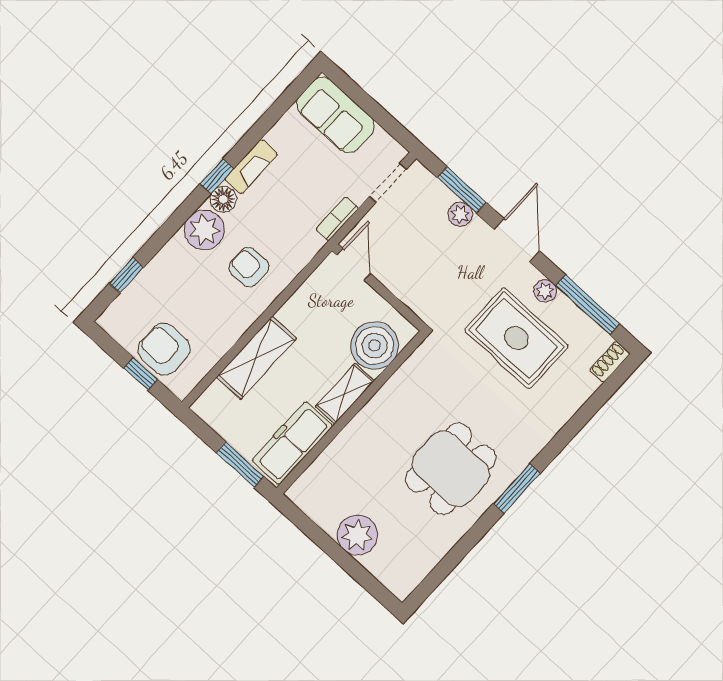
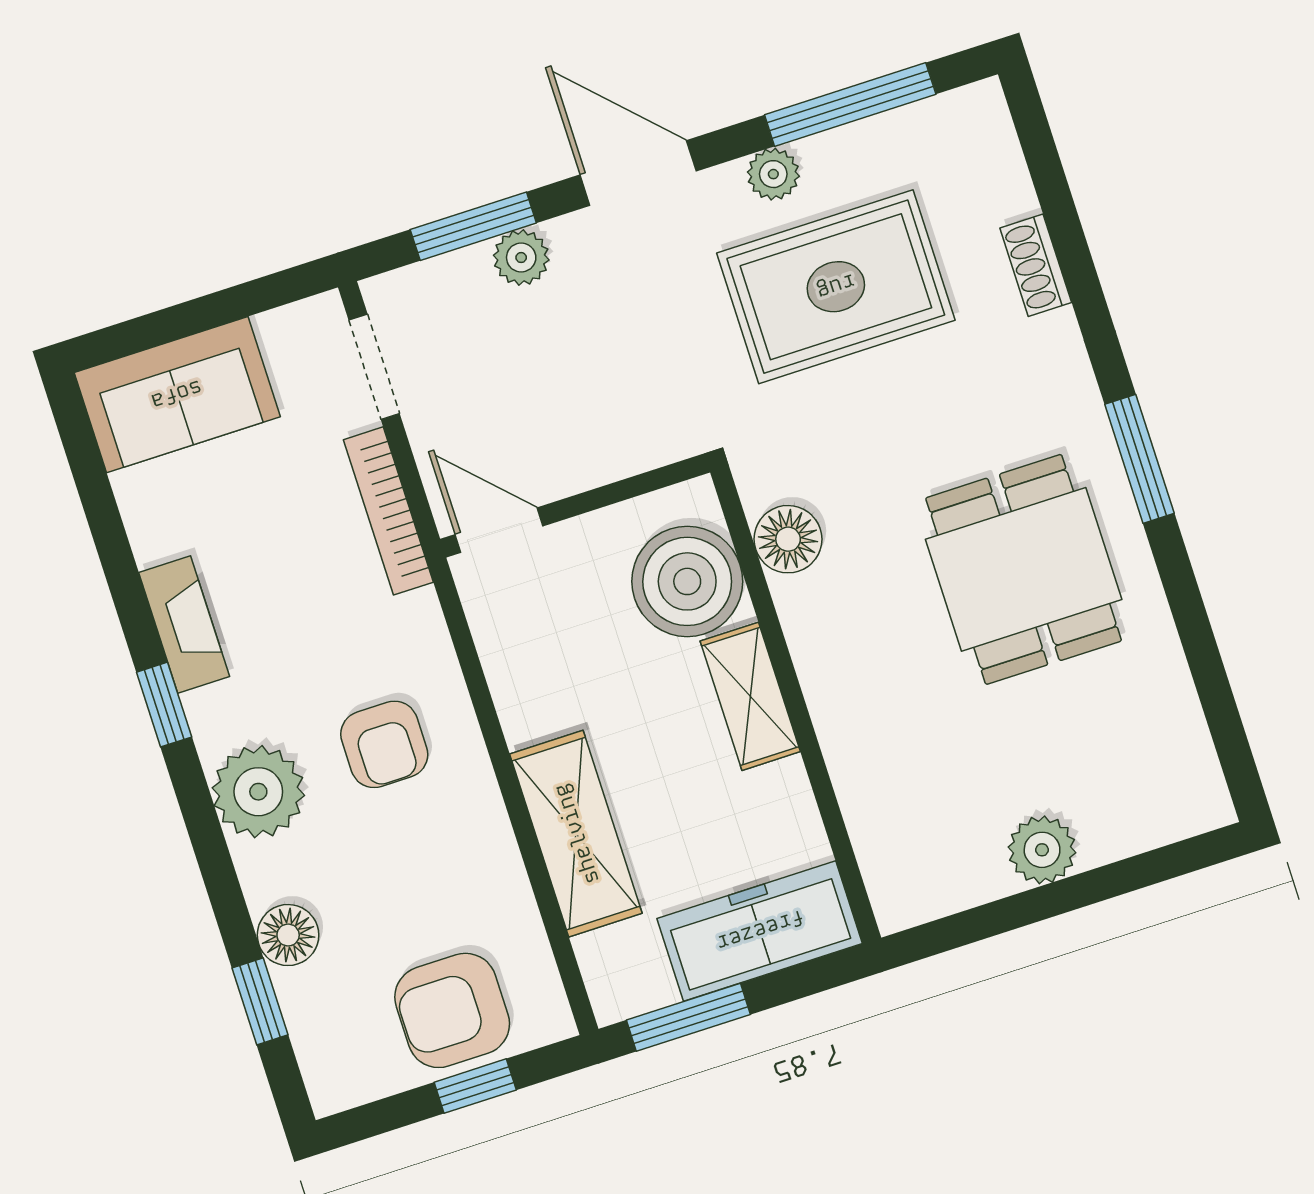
floor lamp: (223, 199) -> (288, 935), moved
bookcase: (337, 219) -> (388, 511), width x1.56
armchair: (249, 267) -> (384, 744), turned -90
shoe rack: (610, 362) -> (1036, 265), moved
floor lamp: (412, 374) -> (788, 539), added
freezer: (292, 443) -> (760, 931), moved, turned 90
window: (240, 465) -> (688, 1017), moved
plant: (357, 535) -> (1042, 850), width x0.73, depth x0.73

